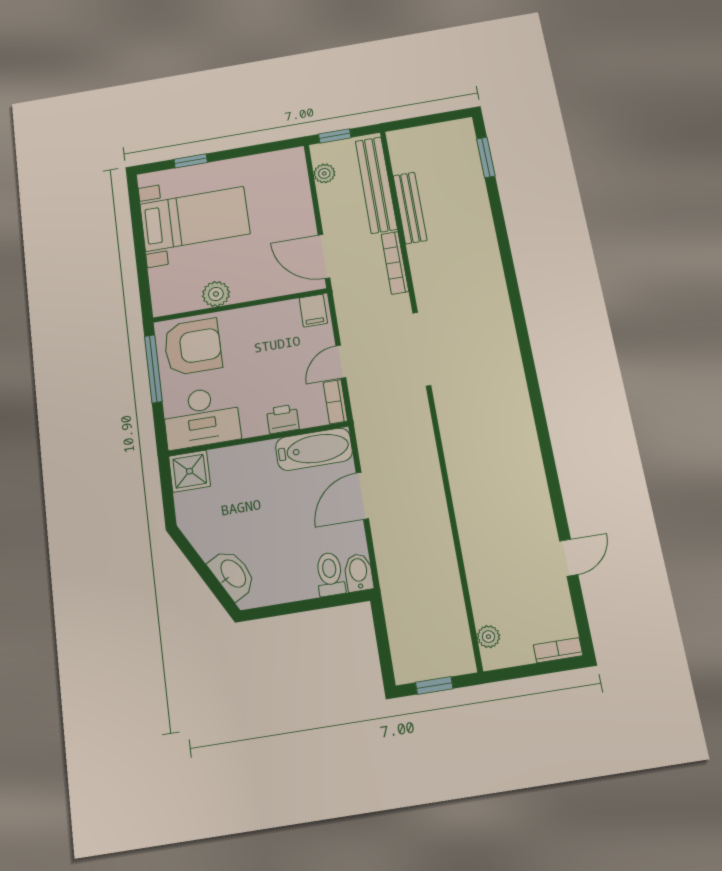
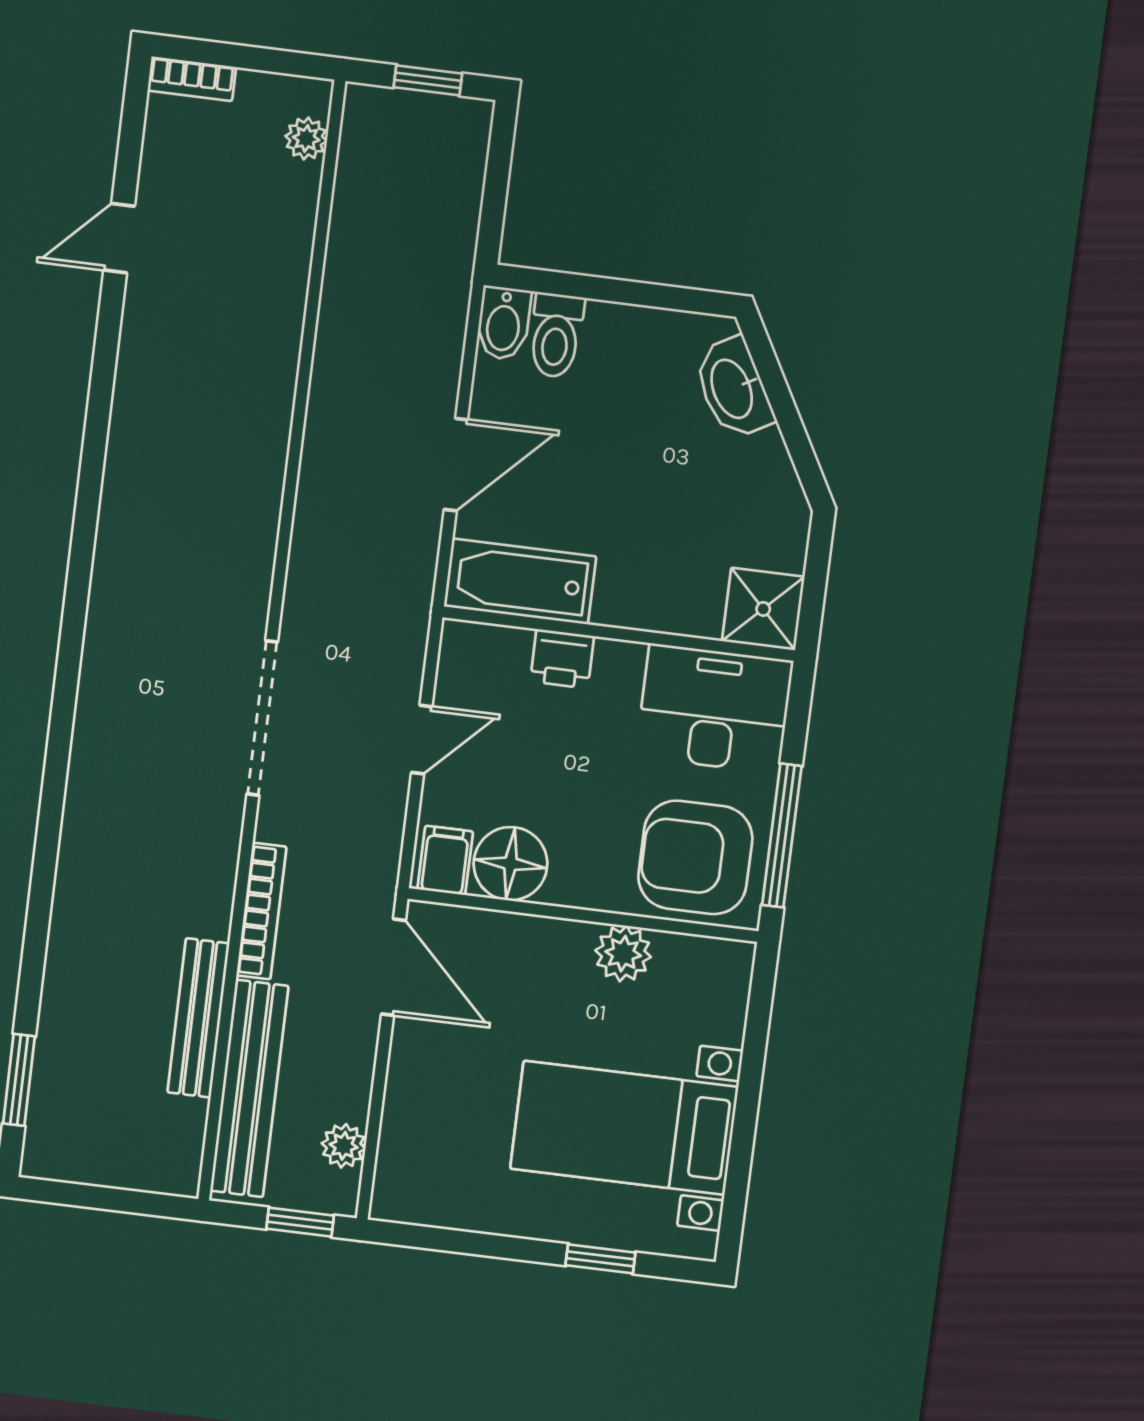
floor lamp: (281, 318) -> (510, 864), added
bookcase: (335, 402) -> (454, 663), removed

